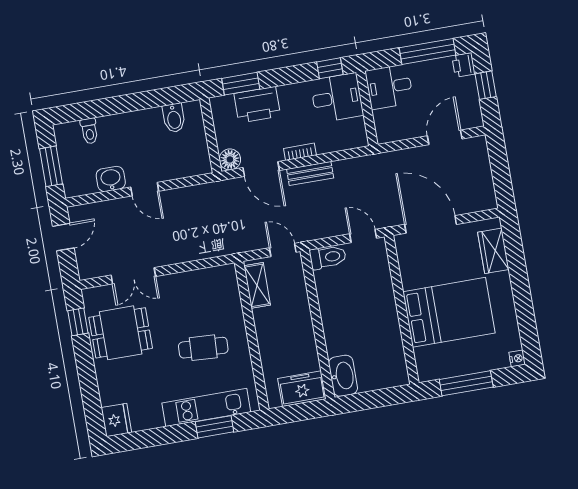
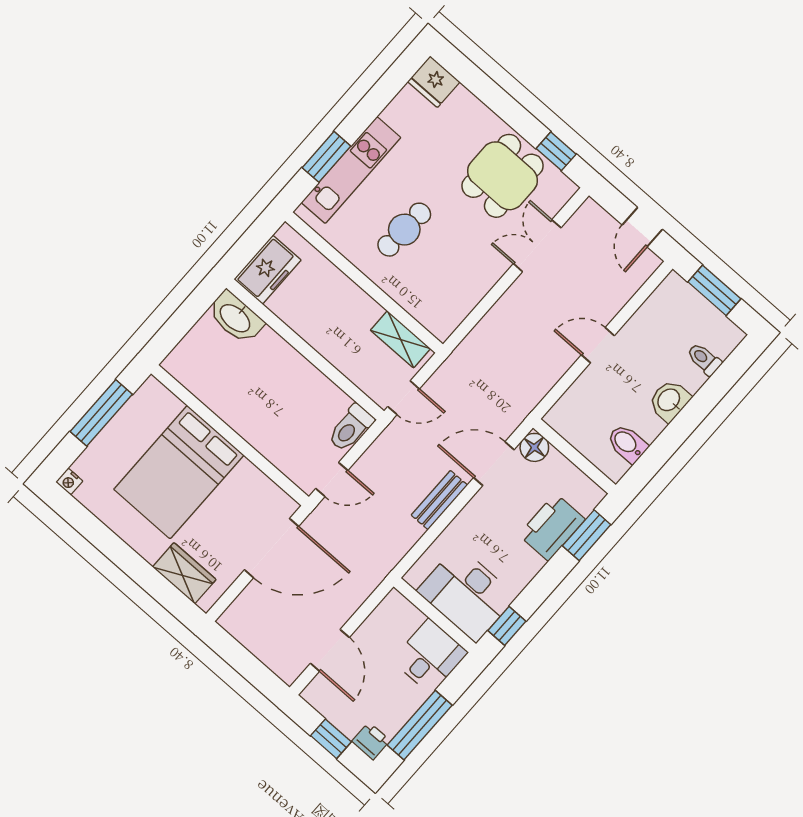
desk: (337, 98) -> (467, 594), width x1.37
bookcase: (300, 152) -> (468, 514), removed
washbasin: (111, 179) -> (669, 400), moved, turned 180

